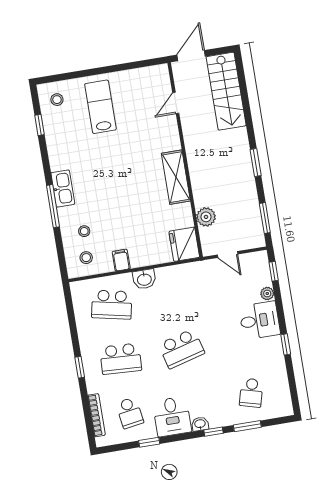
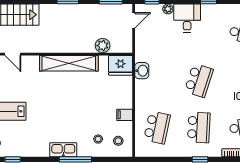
shelving: (176, 177) -> (69, 63), width x1.47
door: (228, 254) -> (134, 20), moved
washbasin: (144, 279) -> (142, 71), moved
school desk: (181, 349) -> (199, 80), turned 33

